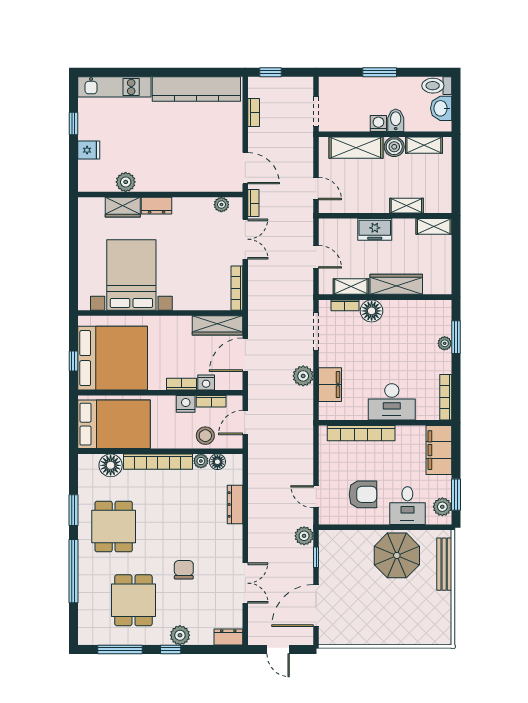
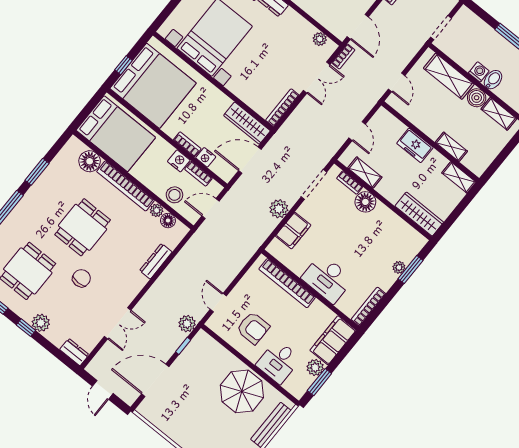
wardrobe: (396, 284) -> (419, 214), moved
plant: (442, 507) -> (315, 367), moved
dining table: (114, 526) -> (83, 227), moved

